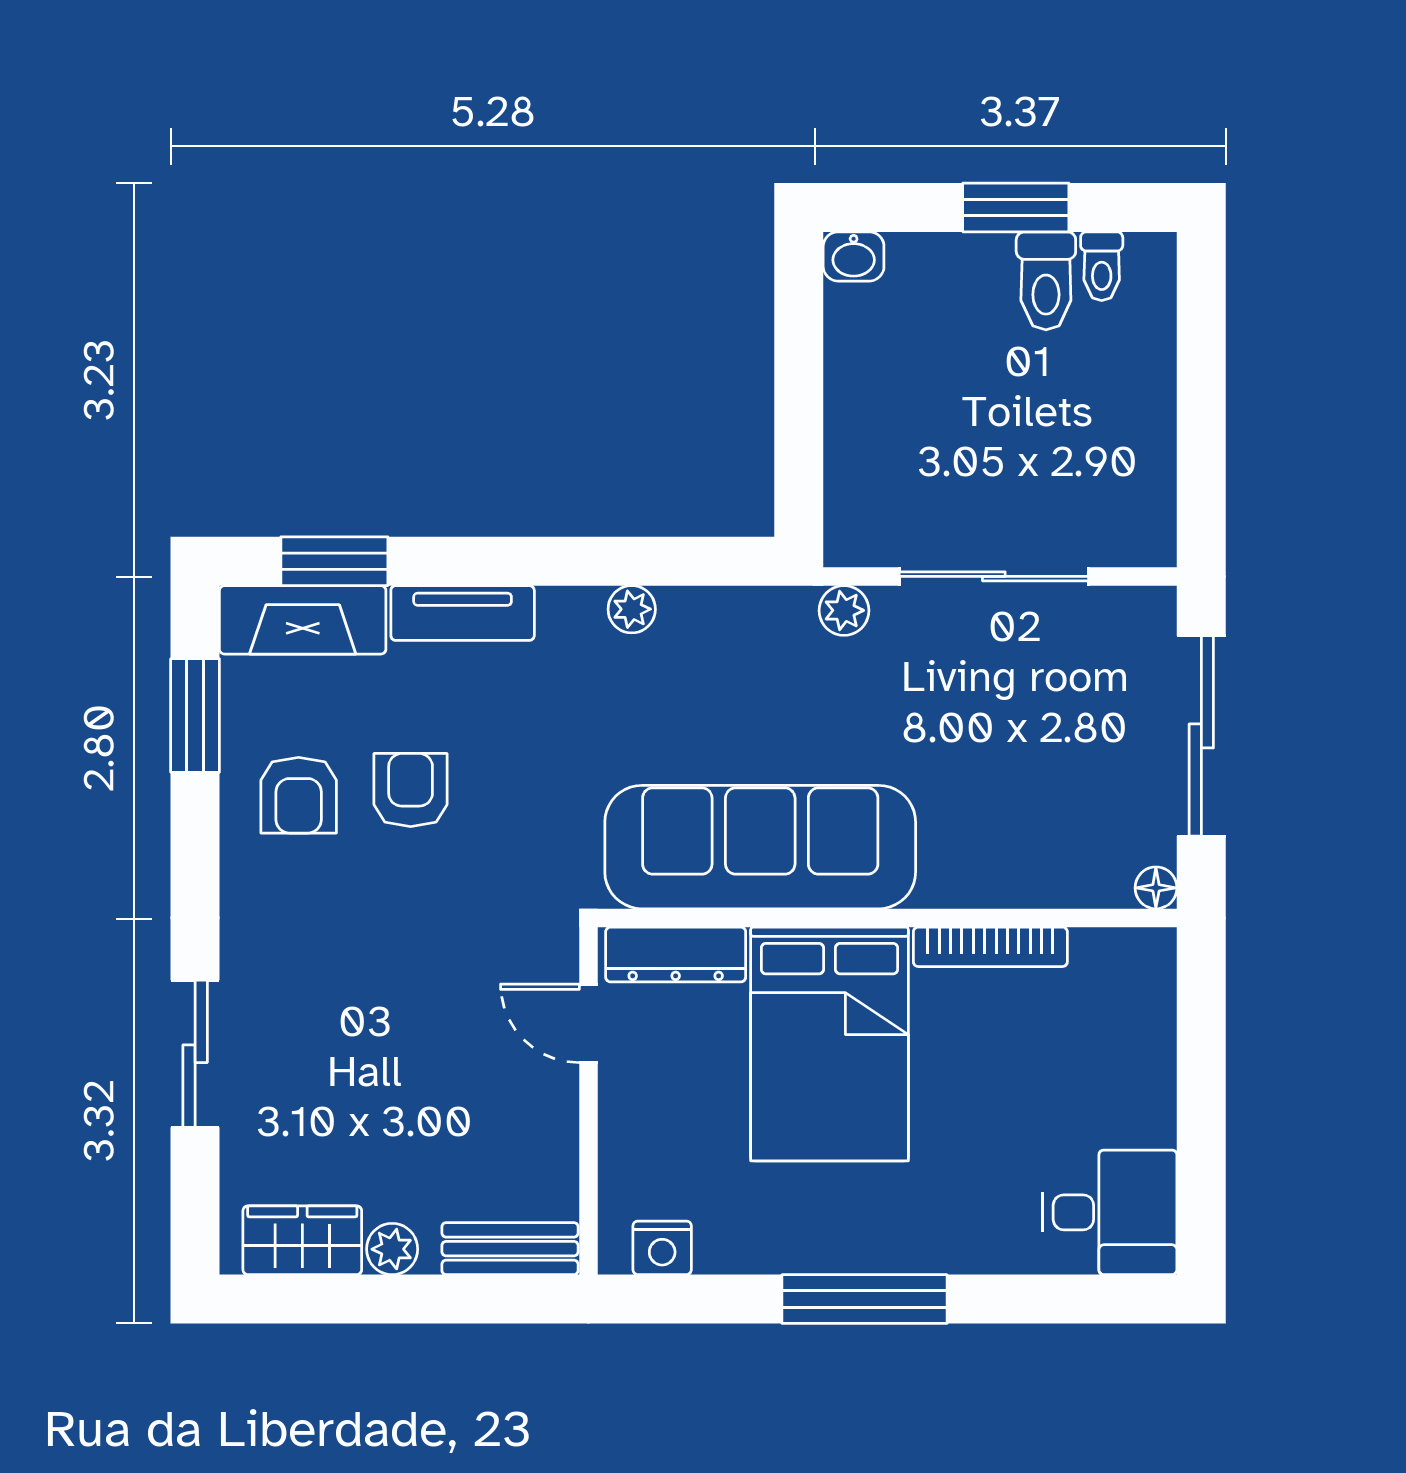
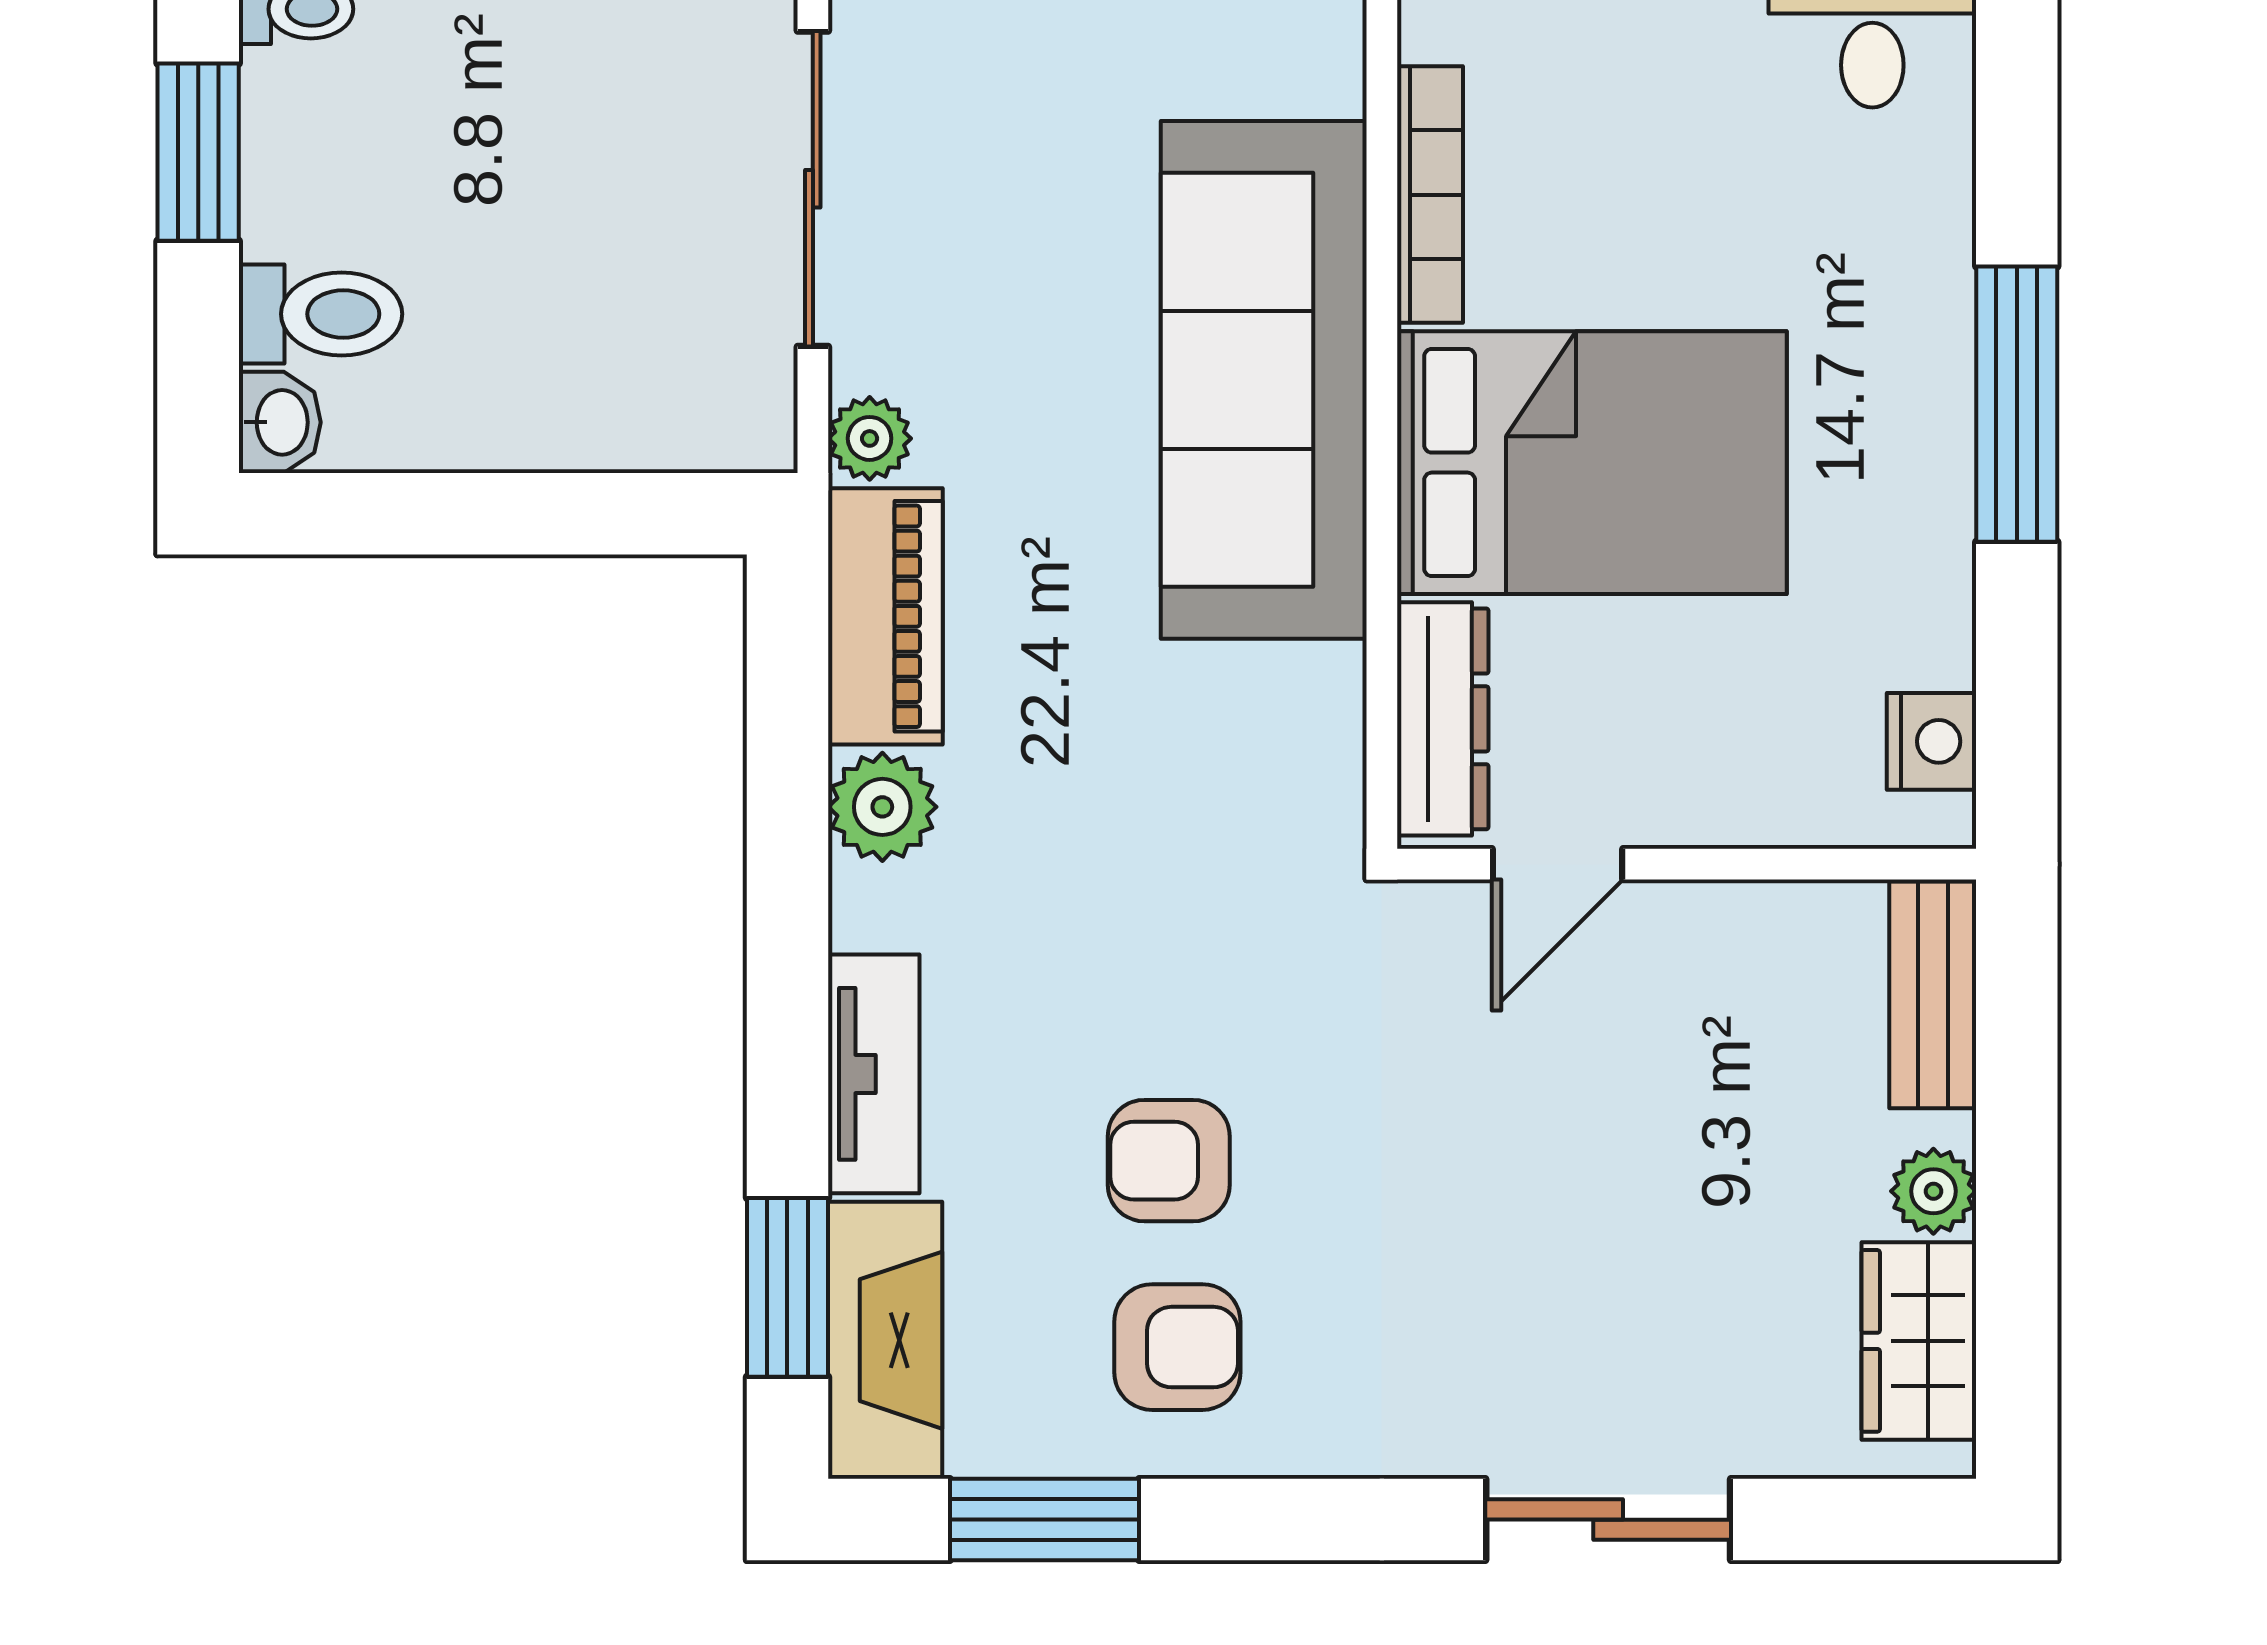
toilet: (1046, 281) -> (320, 314), moved
plant: (632, 609) -> (882, 807), width x1.38, depth x1.38
piano: (737, 620) -> (885, 616), added
sofa: (760, 847) -> (1264, 380), moved

